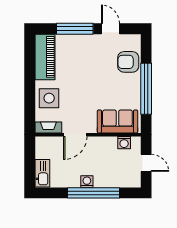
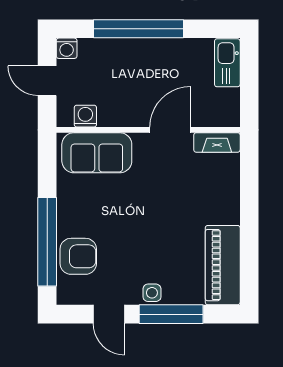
window: (146, 89) -> (47, 242), moved
side table: (49, 98) -> (152, 293), moved, width x0.54, depth x0.54
washing machine: (87, 182) -> (67, 48), moved

